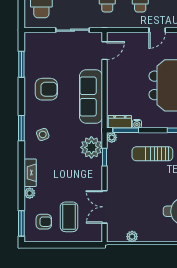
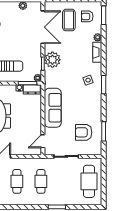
armchair: (46, 89) -> (84, 132), moved
plant: (91, 147) -> (52, 60), moved
double door: (105, 207) -> (43, 27), width x1.37

